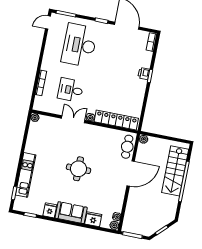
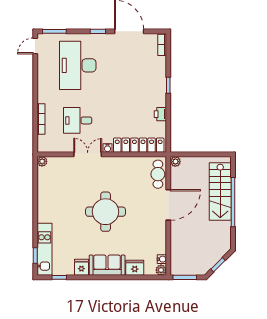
printer: (144, 74) -> (160, 114), moved
round table: (78, 169) -> (106, 212), width x1.36, depth x1.36
kitchen unit: (26, 175) -> (44, 249), moved

